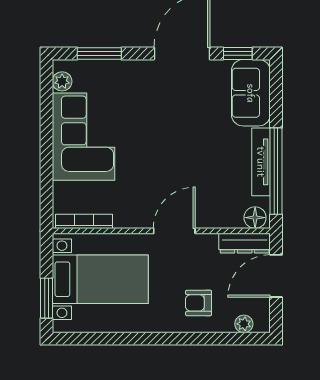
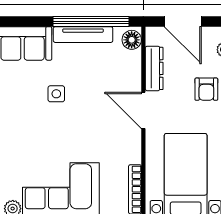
side table: (193, 131) -> (56, 94), added
dresser: (245, 243) -> (154, 68), moved

